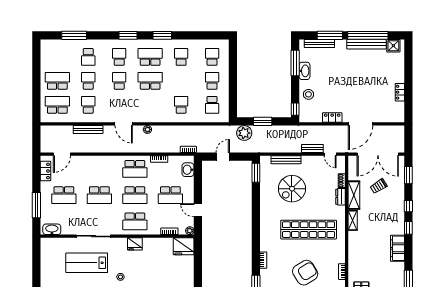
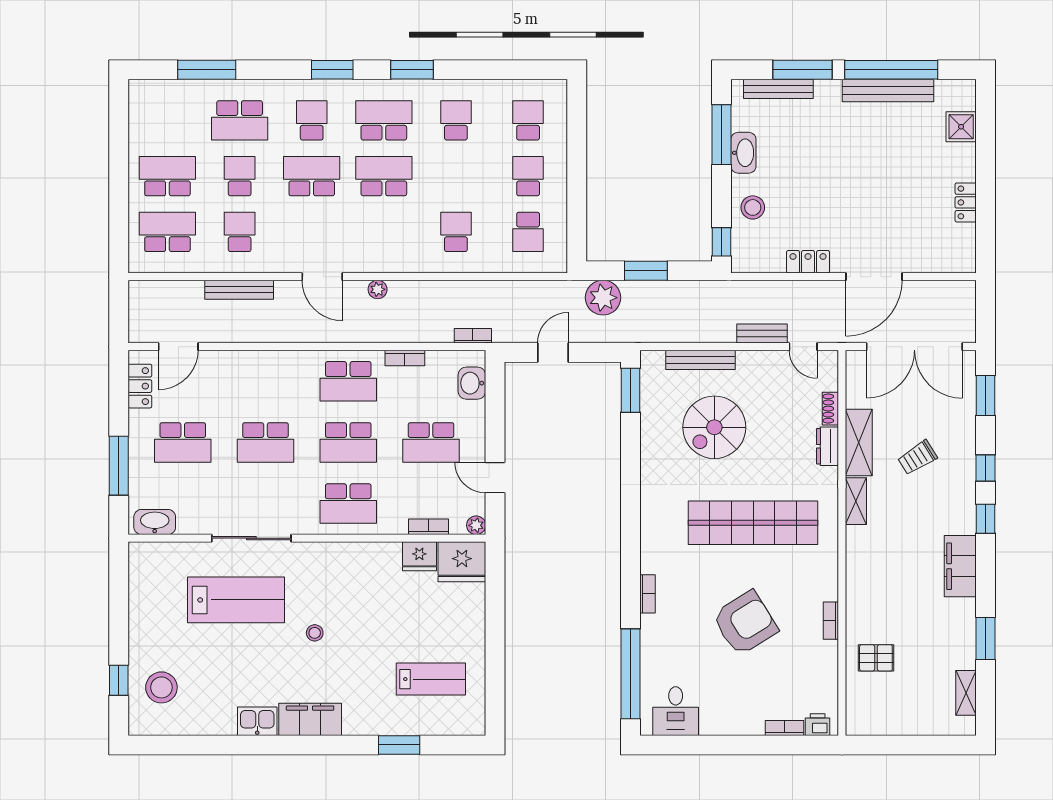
shower: (393, 46) -> (961, 127), moved
school desk: (88, 57) -> (240, 120), width x1.85
school desk: (119, 81) -> (312, 176), width x1.85
trolley: (379, 186) -> (917, 458), moved
fridge: (135, 244) -> (419, 556), moved
lab bench: (87, 263) -> (236, 600), turned 180

